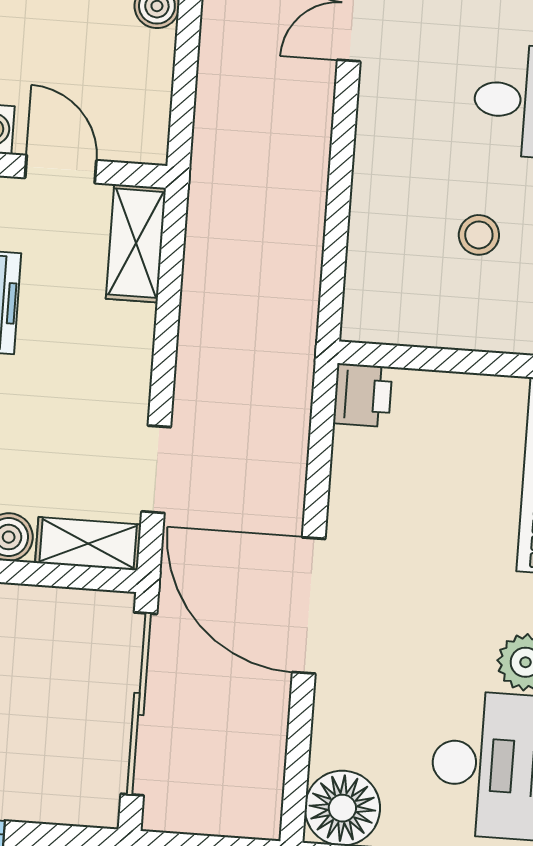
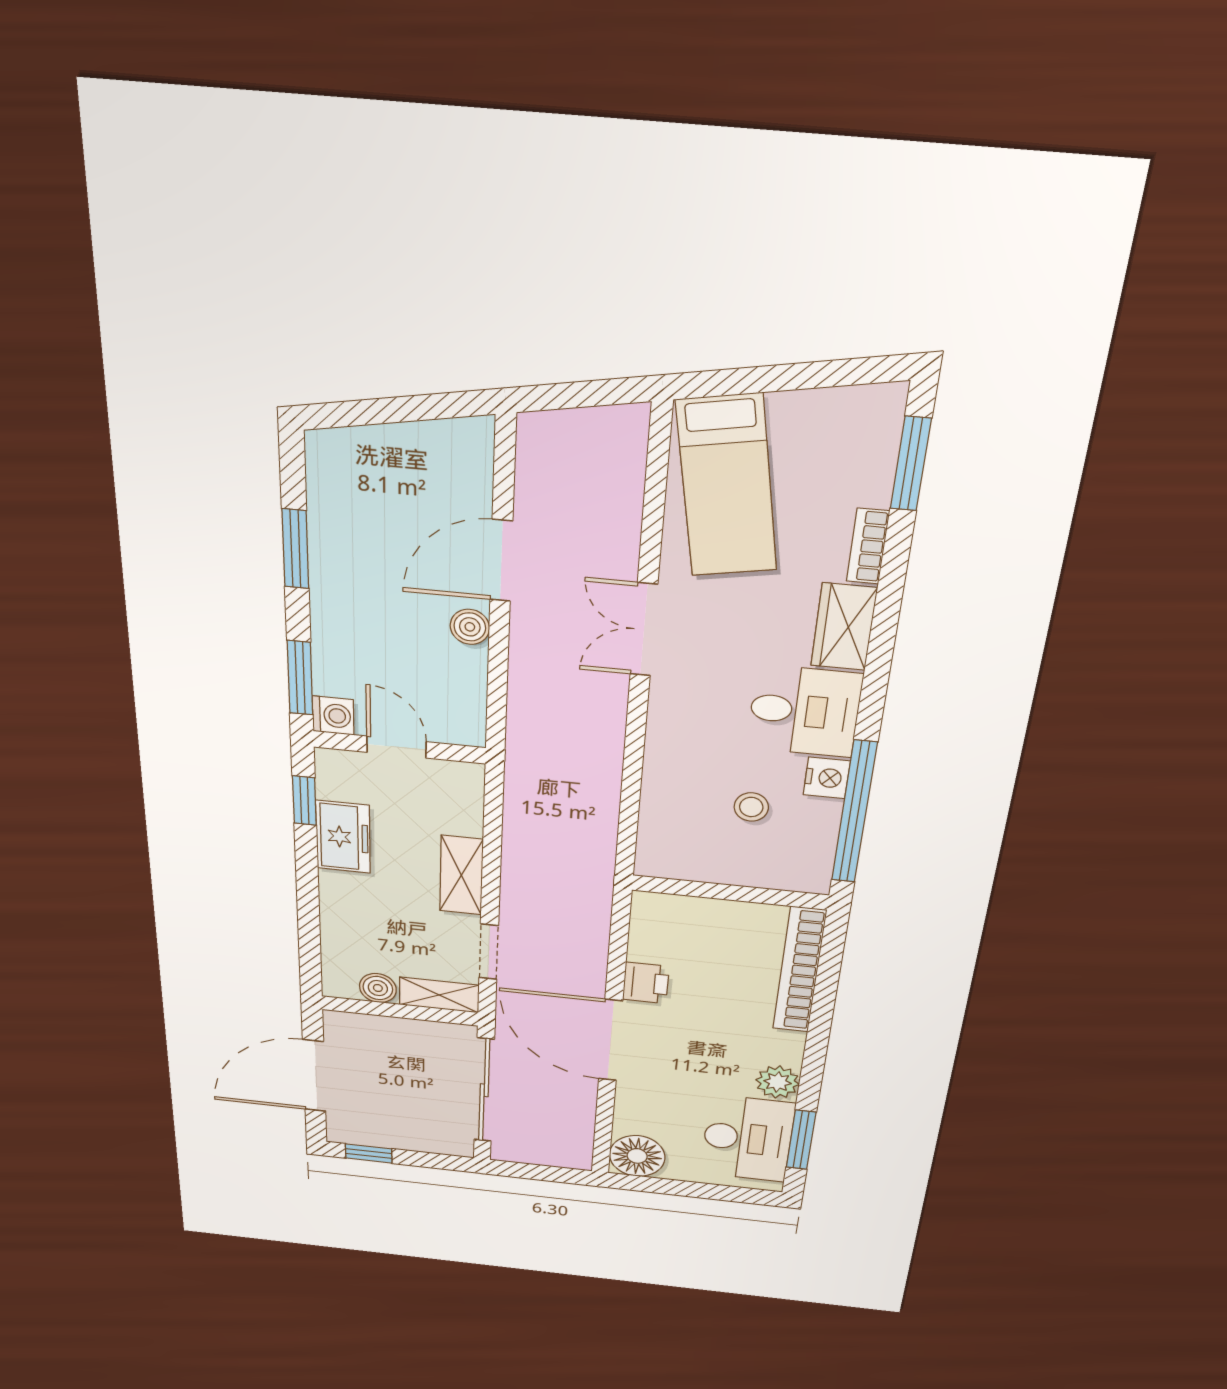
shelving: (136, 243) -> (461, 875), moved
printer: (363, 395) -> (646, 983), moved

